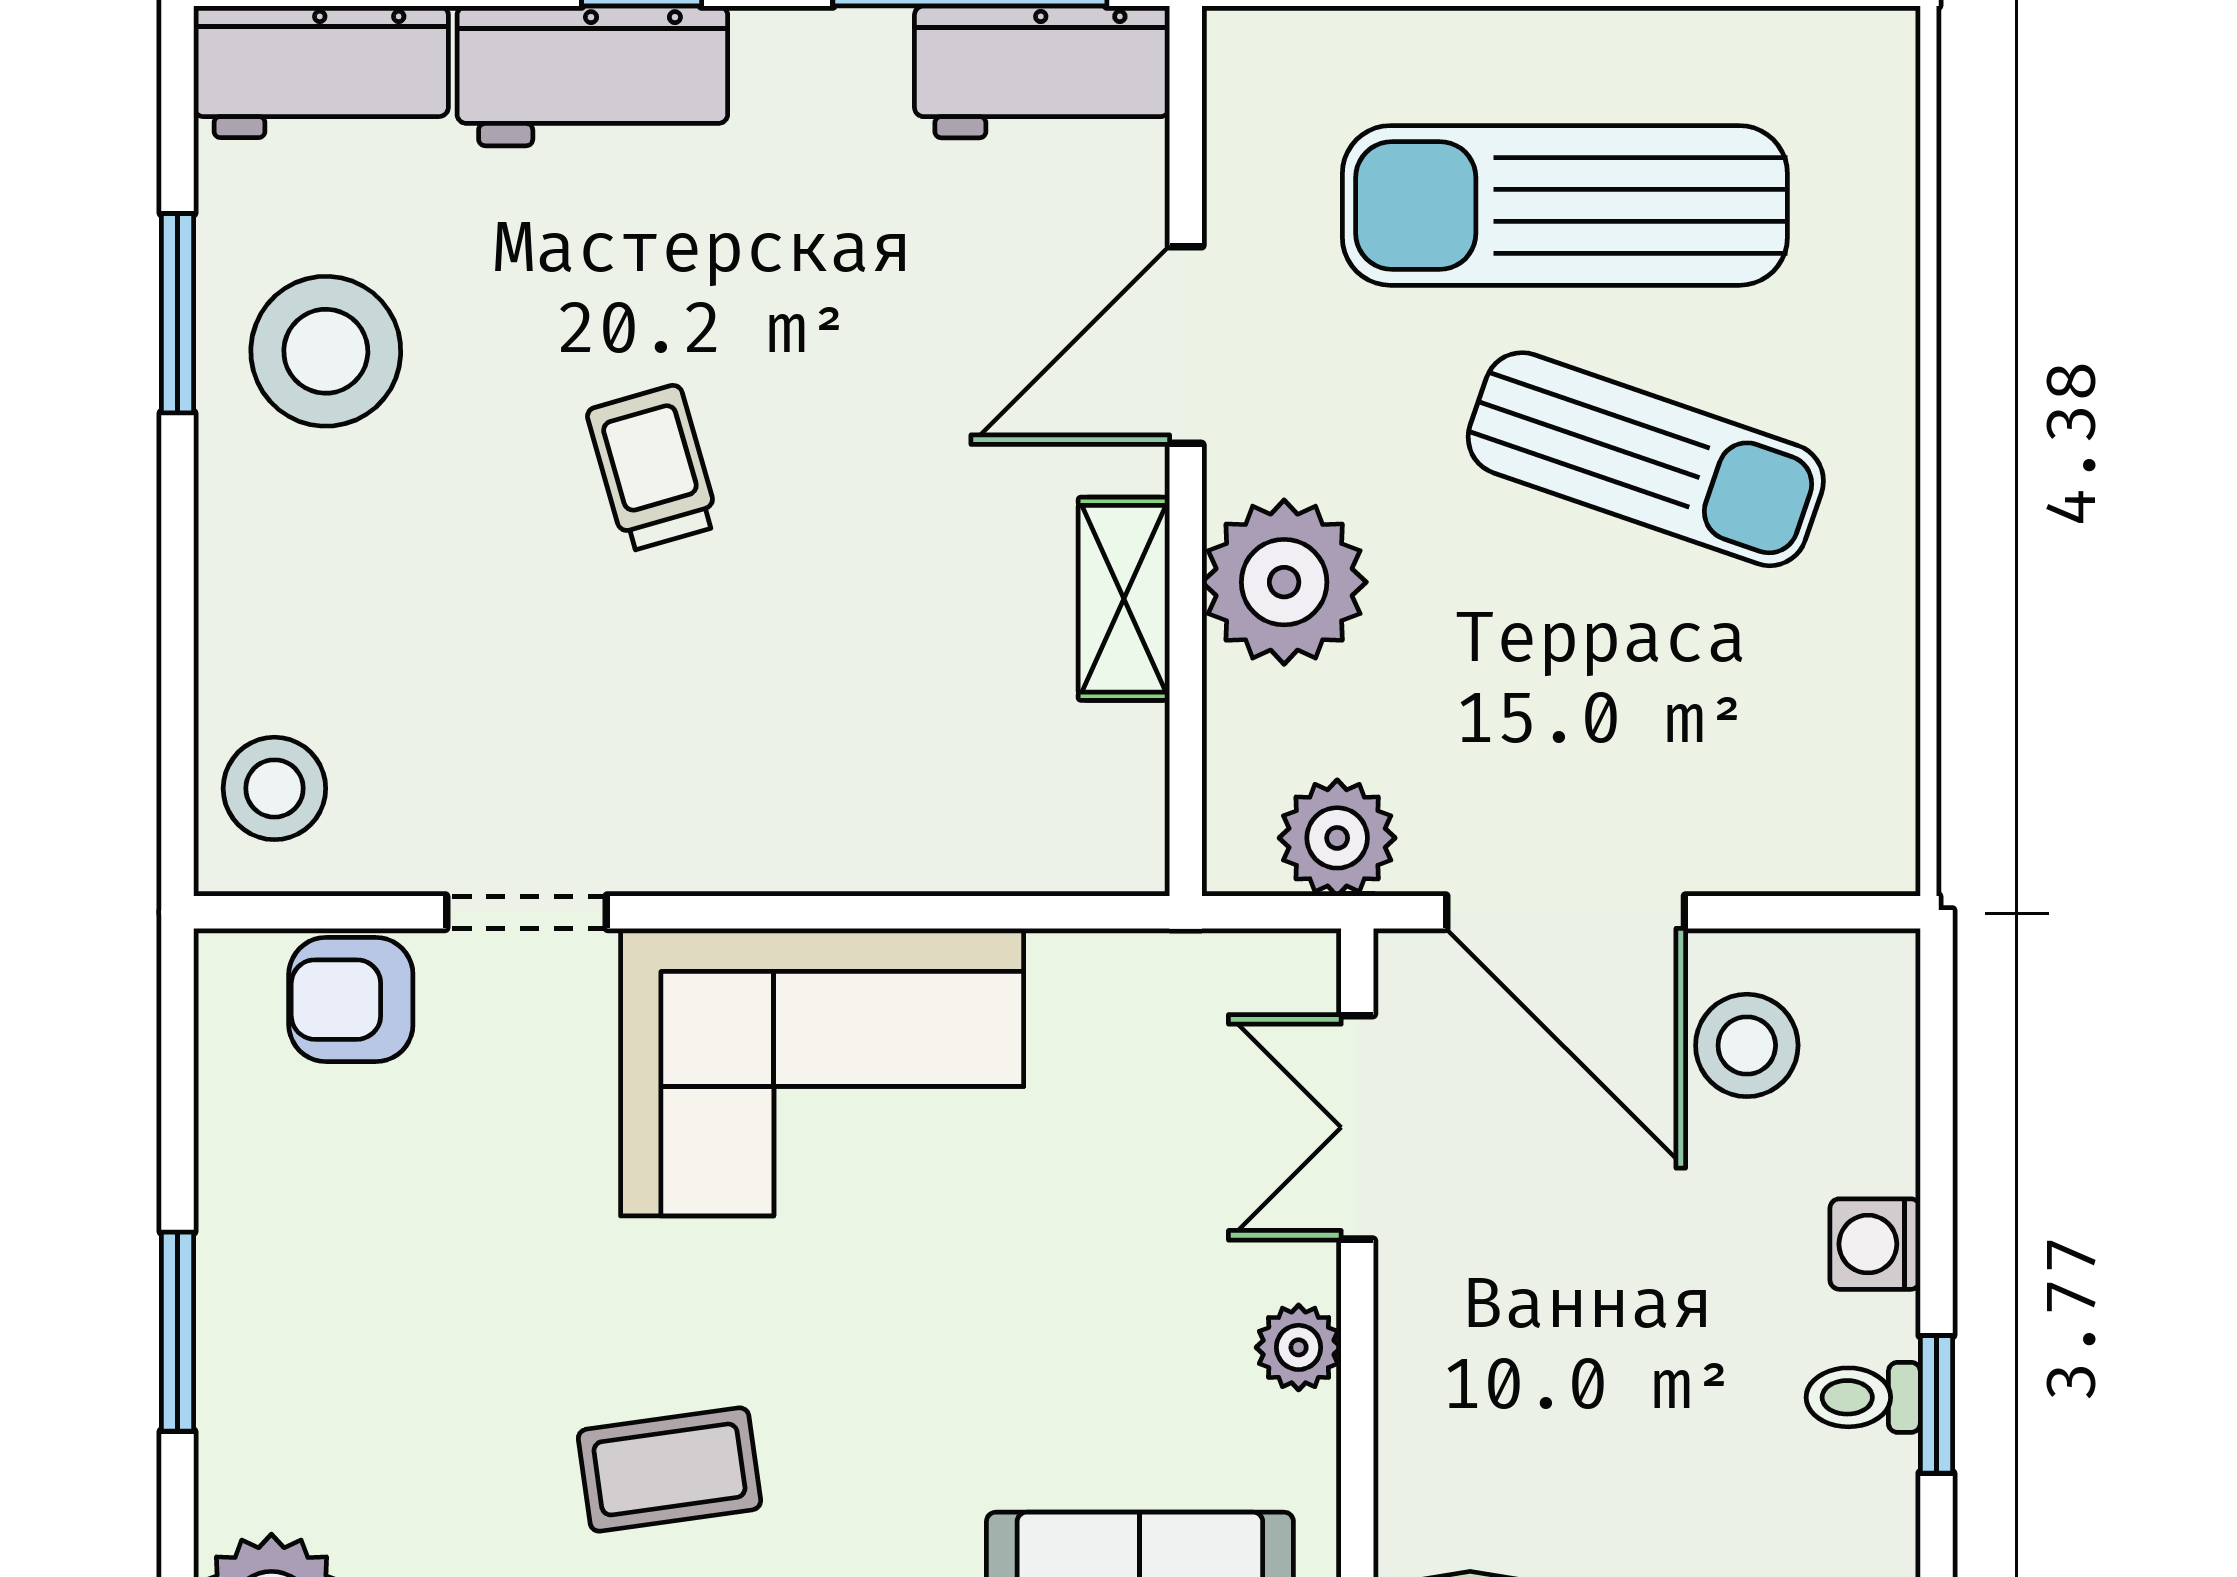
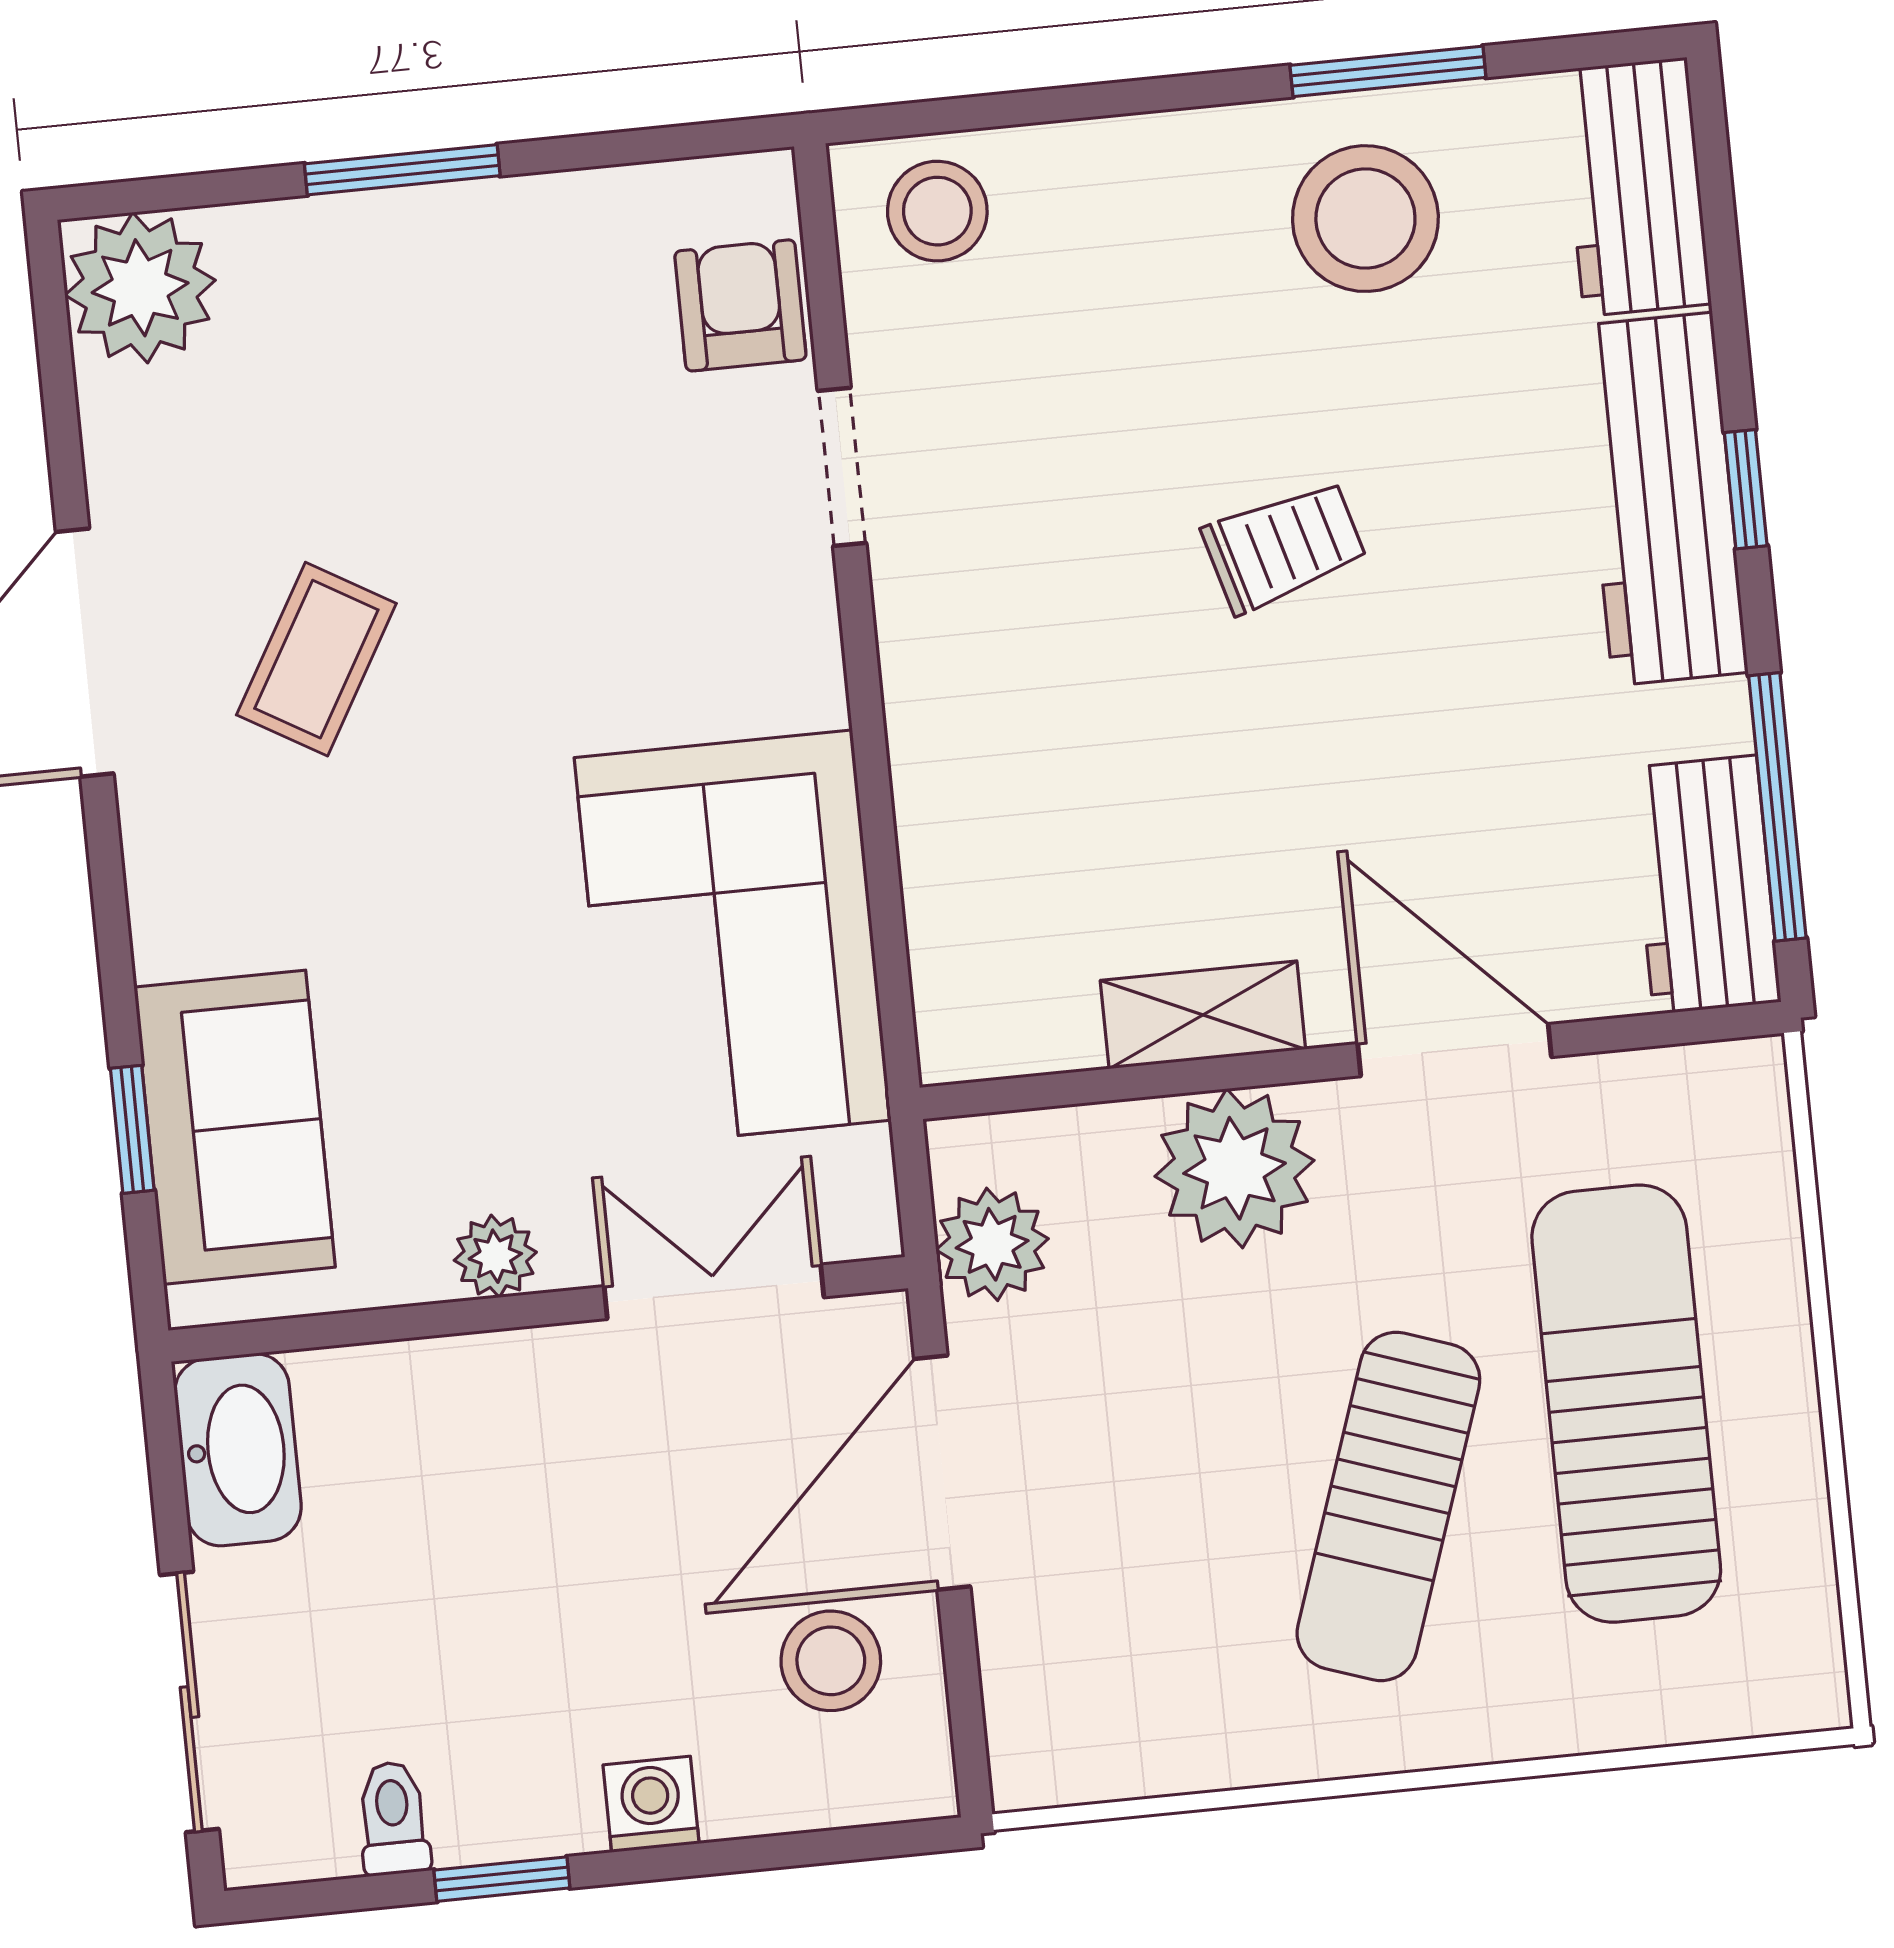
workbench: (592, 76) -> (1663, 499), width x1.38
corner sofa: (822, 1072) -> (733, 939), moved
toilet: (1863, 1397) -> (393, 1818), moved
coffee table: (669, 1469) -> (316, 659), turned 38

